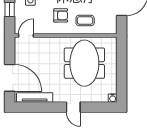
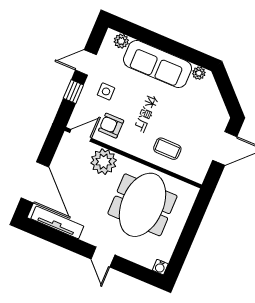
armchair: (61, 15) -> (111, 126), moved, turned 180
plant: (48, 46) -> (104, 162), added

